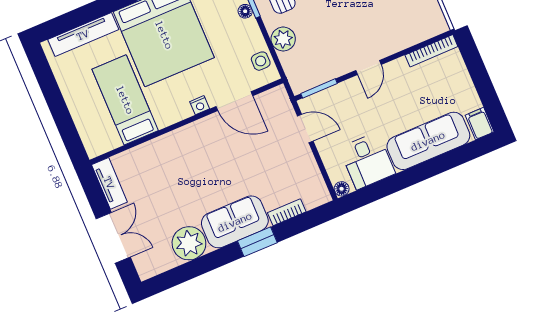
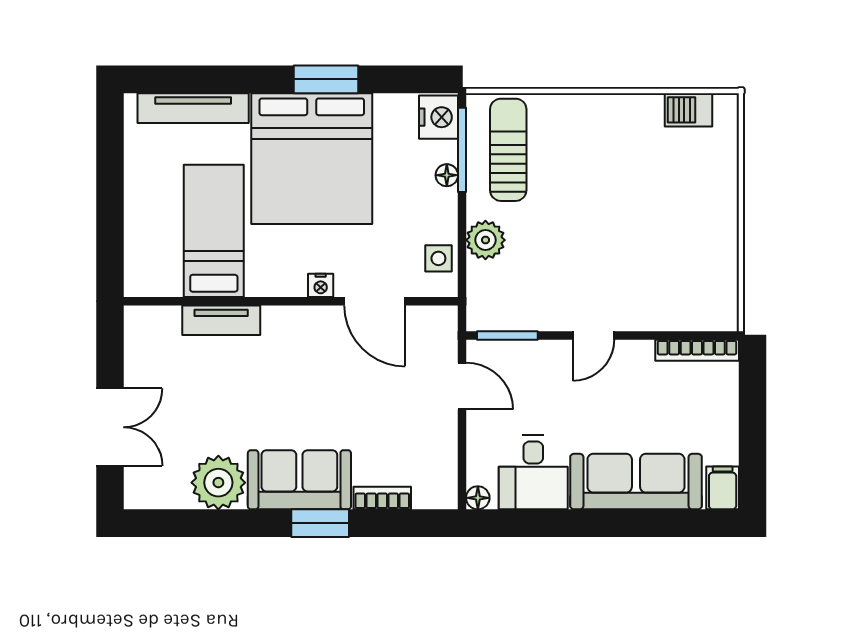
tv unit: (109, 183) -> (221, 320), moved, turned 90

